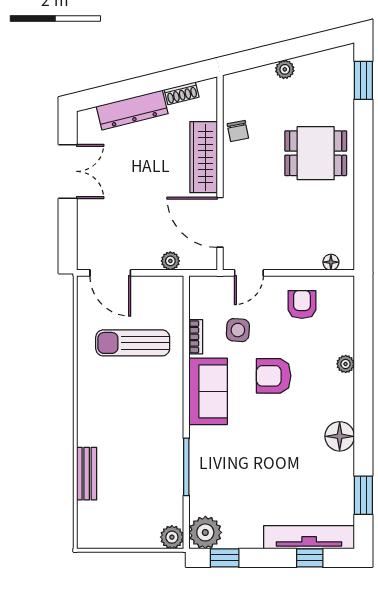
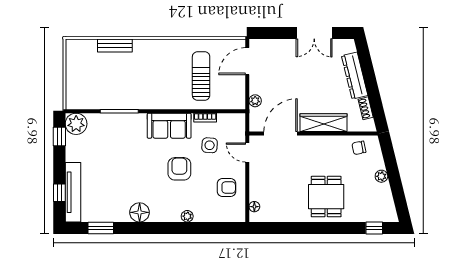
window: (363, 80) -> (374, 228), width x0.67
chair: (238, 131) -> (359, 148), moved
plant: (172, 537) -> (73, 102), removed

